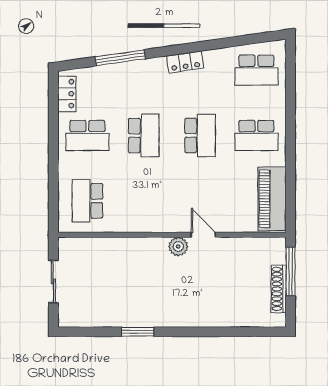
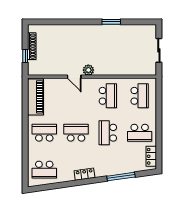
school desk: (256, 70) -> (44, 170), turned 180
school desk: (87, 135) -> (140, 133), turned 180
school desk: (200, 135) -> (76, 133), turned 90
school desk: (144, 201) -> (108, 96), added
window: (290, 271) -> (25, 56), width x0.46

